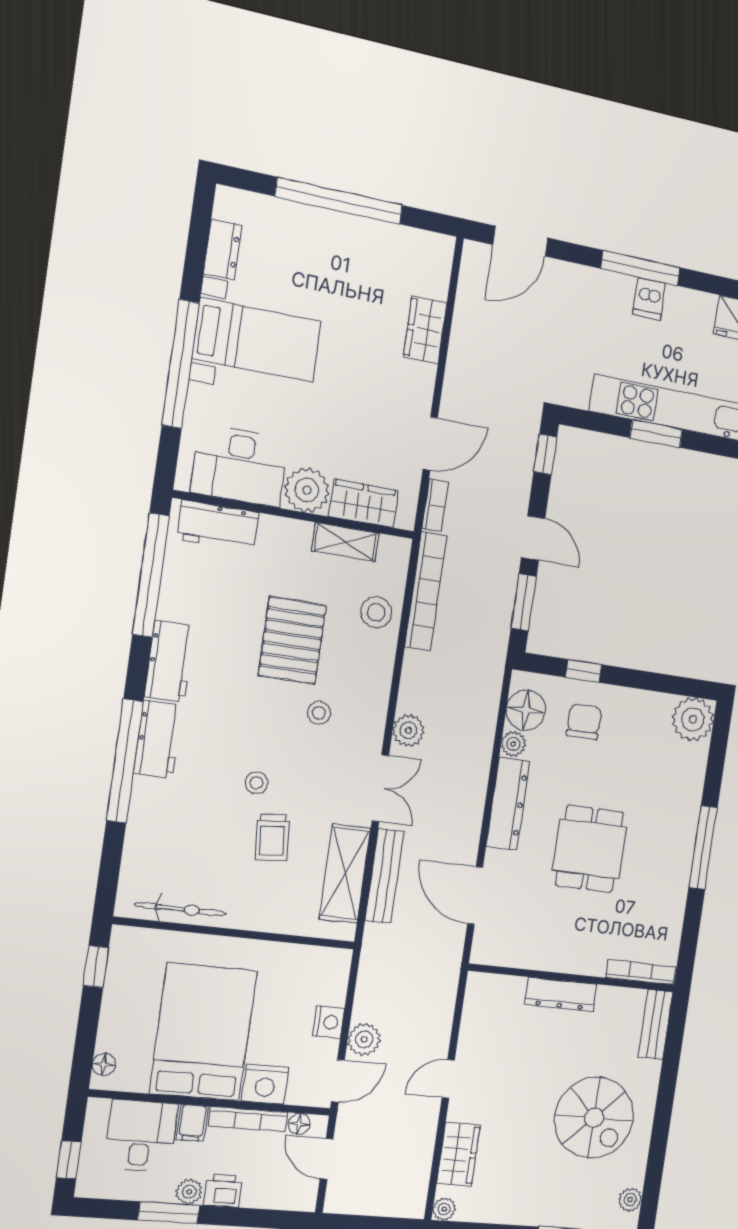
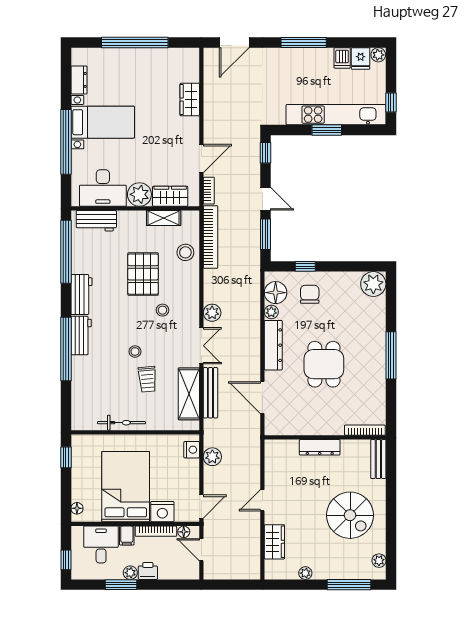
dishwasher: (649, 299) -> (342, 58), moved
bicycle: (181, 909) -> (121, 423), moved
nightstand: (329, 1022) -> (192, 450), moved
plant: (364, 1039) -> (212, 457), moved
plant: (444, 1209) -> (305, 573), moved

